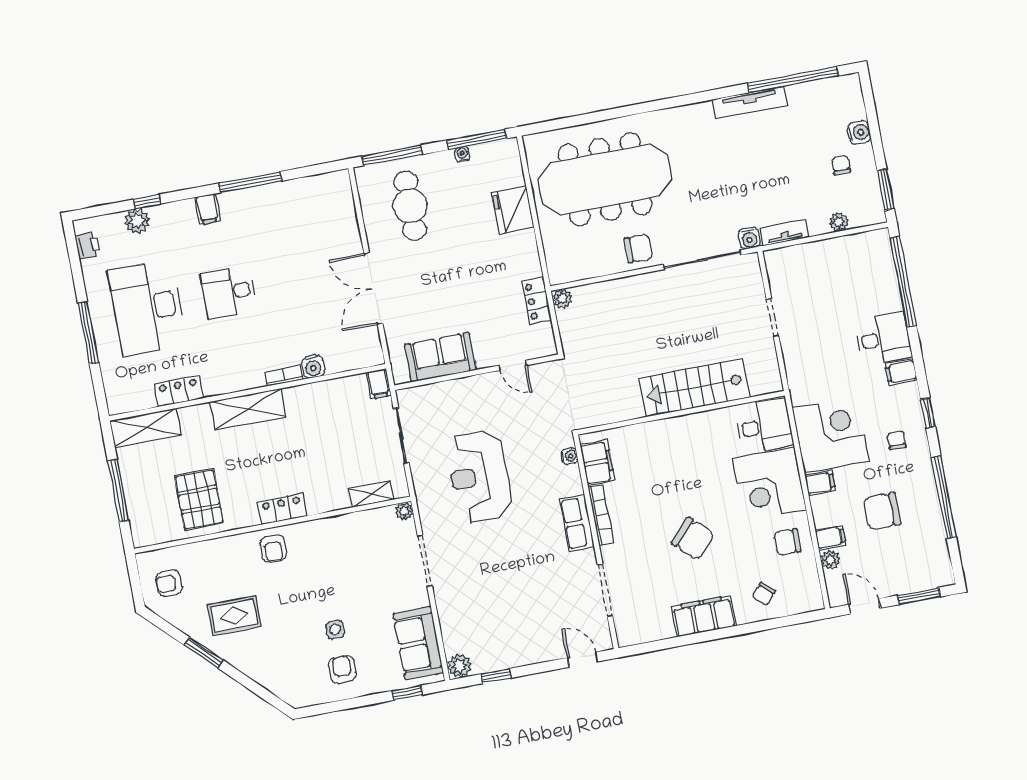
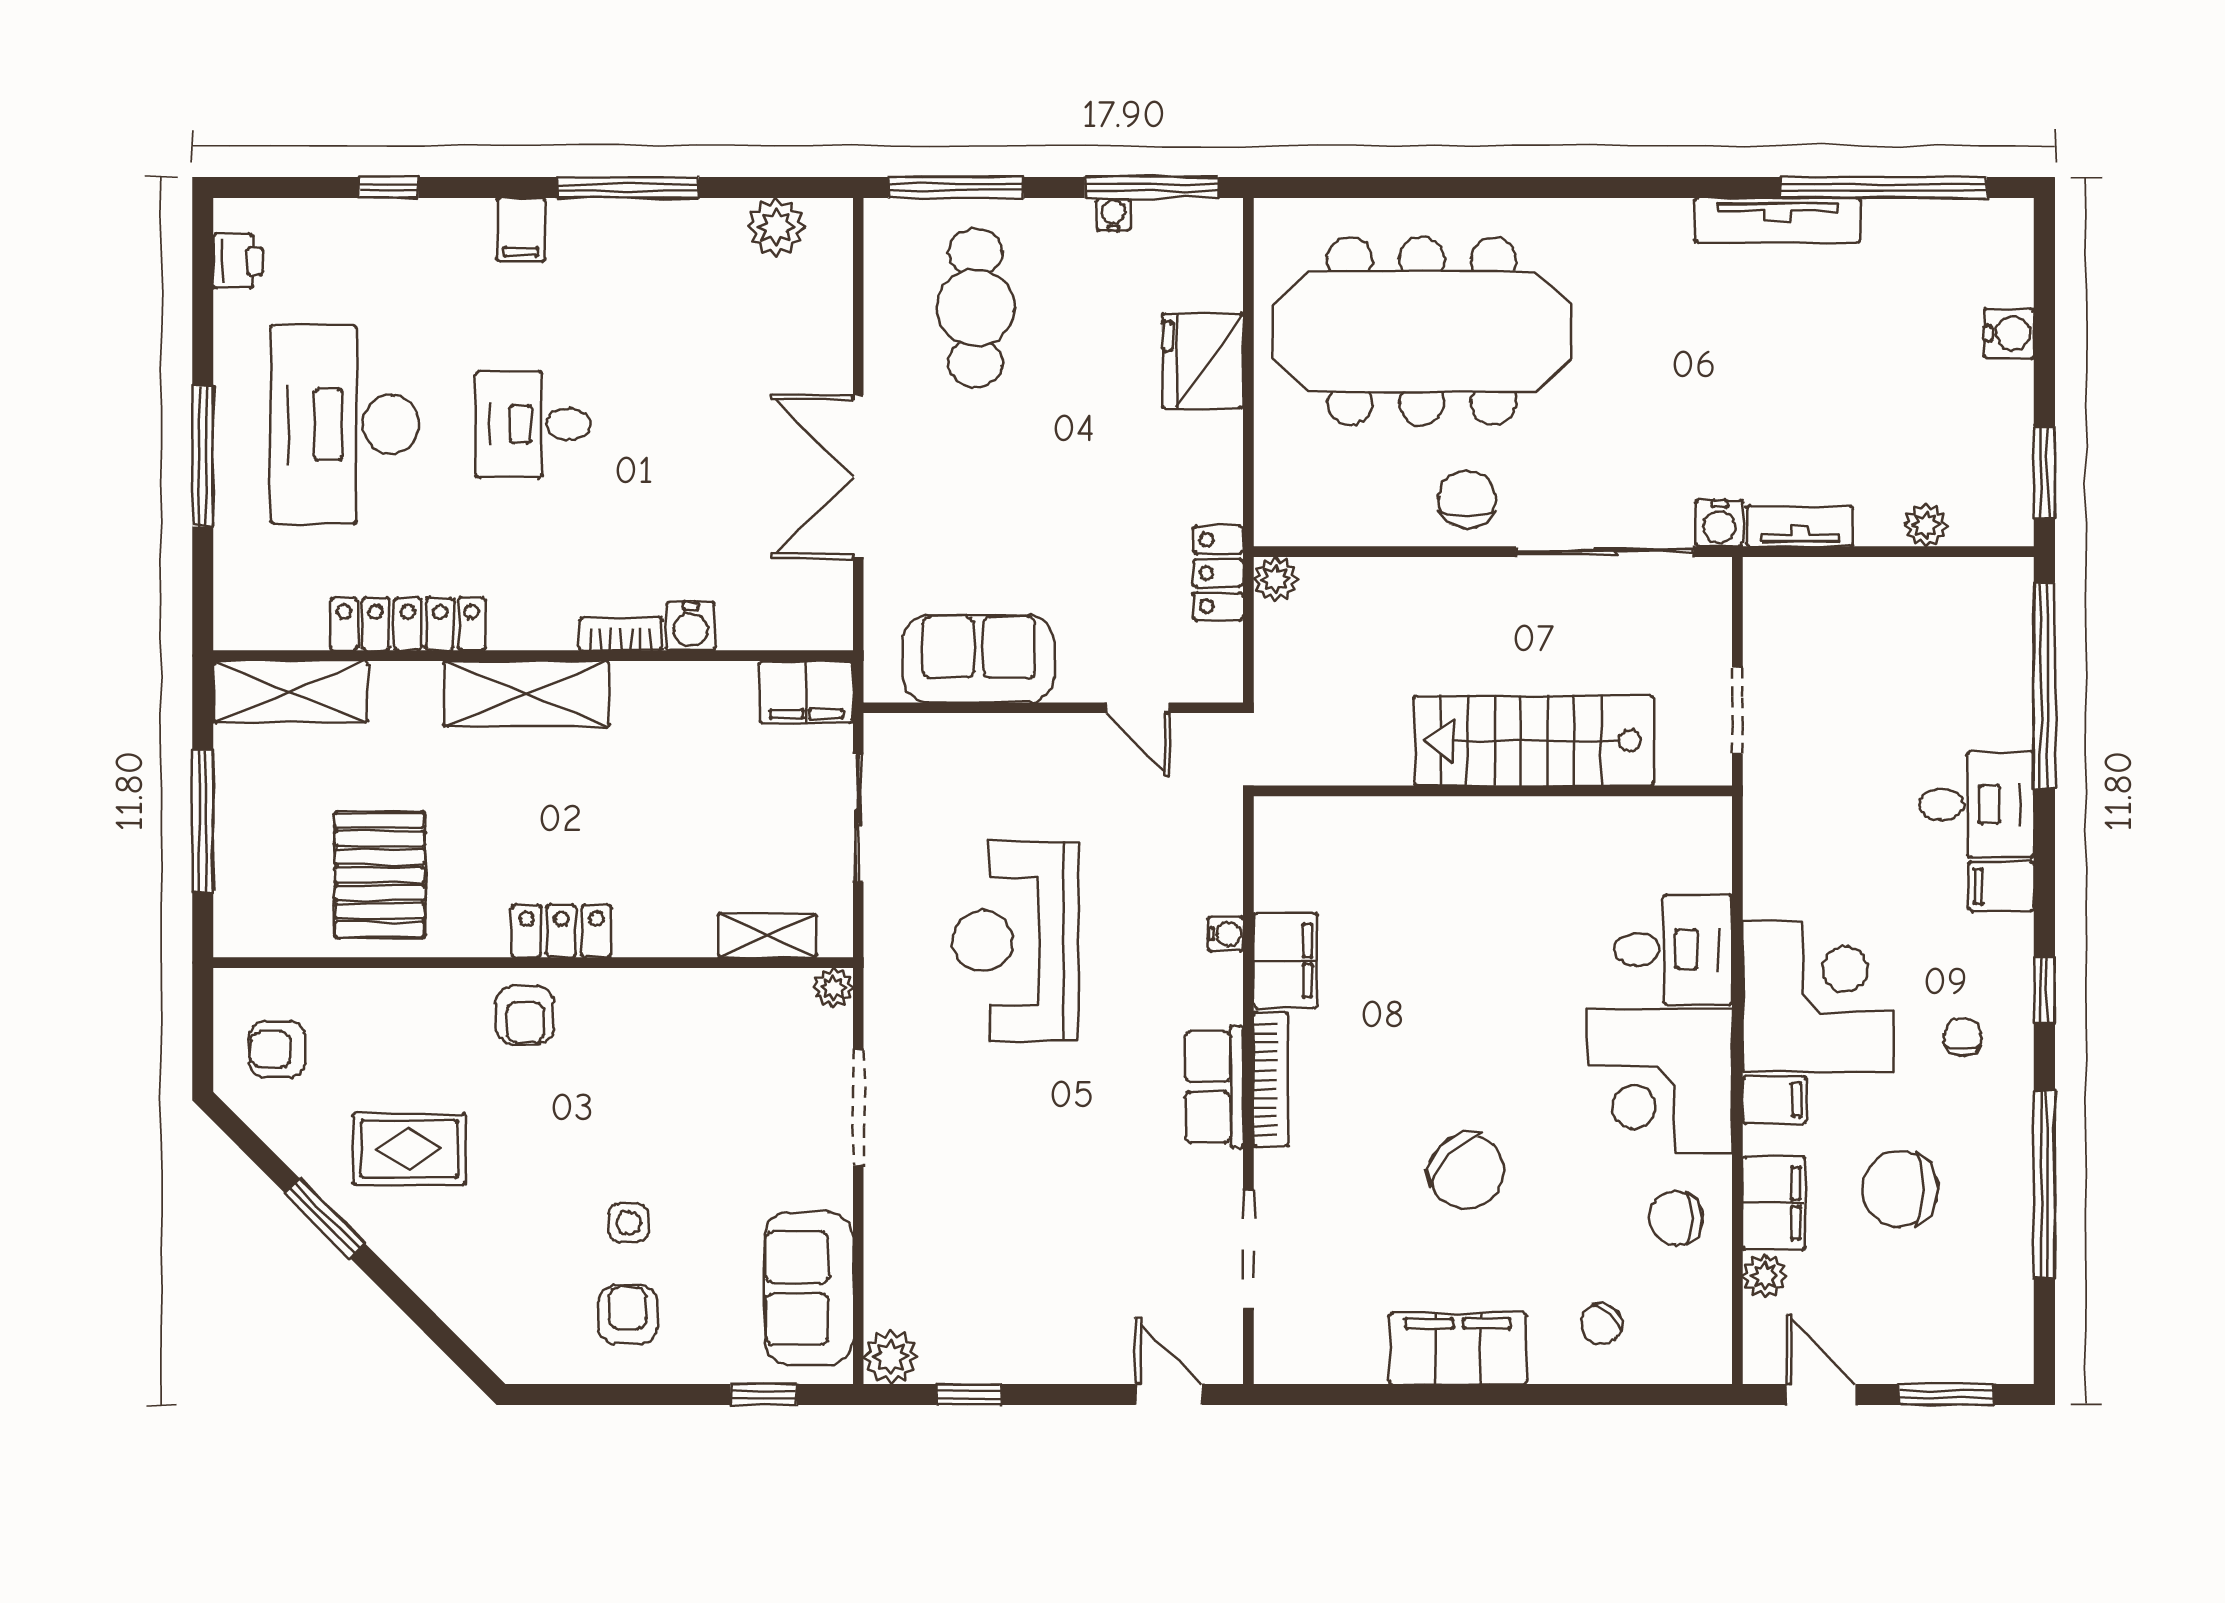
chair: (841, 165) -> (1955, 399), removed
plant: (137, 221) -> (776, 227), moved
chair: (638, 248) -> (1467, 499), turned -90
filing cabinet: (379, 384) -> (806, 692), width x2.00
stairs: (695, 388) -> (1534, 741), moved
locker: (179, 391) -> (408, 624), width x1.53
wall: (681, 413) -> (1493, 791), moved
filing cabinet: (830, 538) -> (1774, 1203), width x2.00

